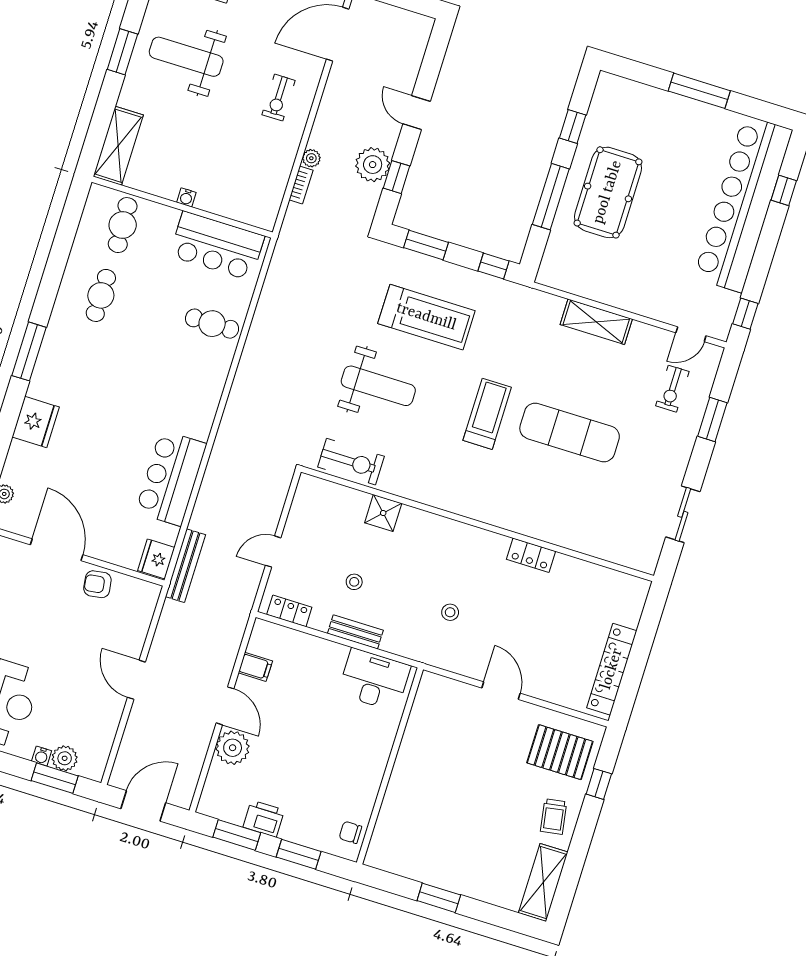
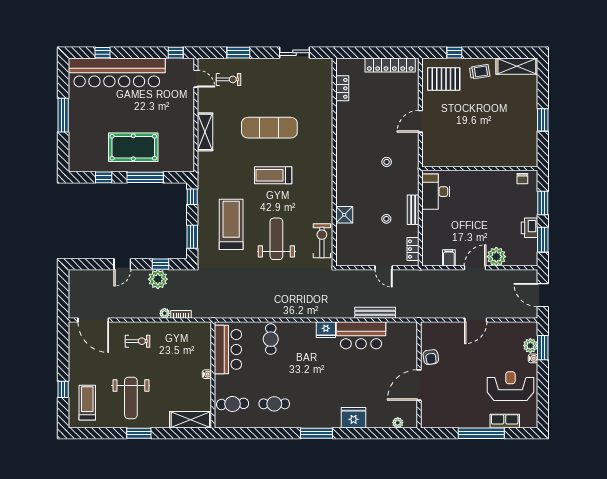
exercise mat: (570, 432) -> (269, 128), turned 90
locker: (531, 555) -> (342, 88), moved
fridge: (156, 559) -> (326, 330), moved
bench: (185, 566) -> (375, 313), moved
pallet: (560, 752) -> (444, 79), turned 90

